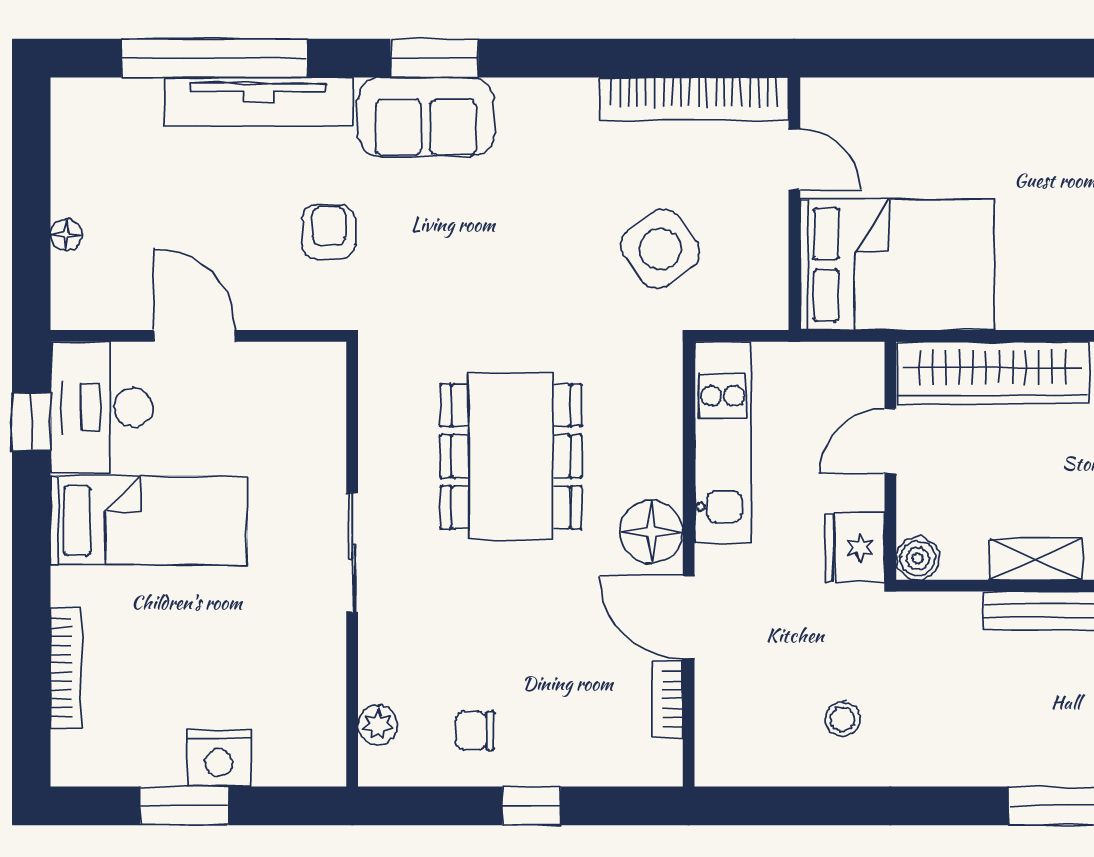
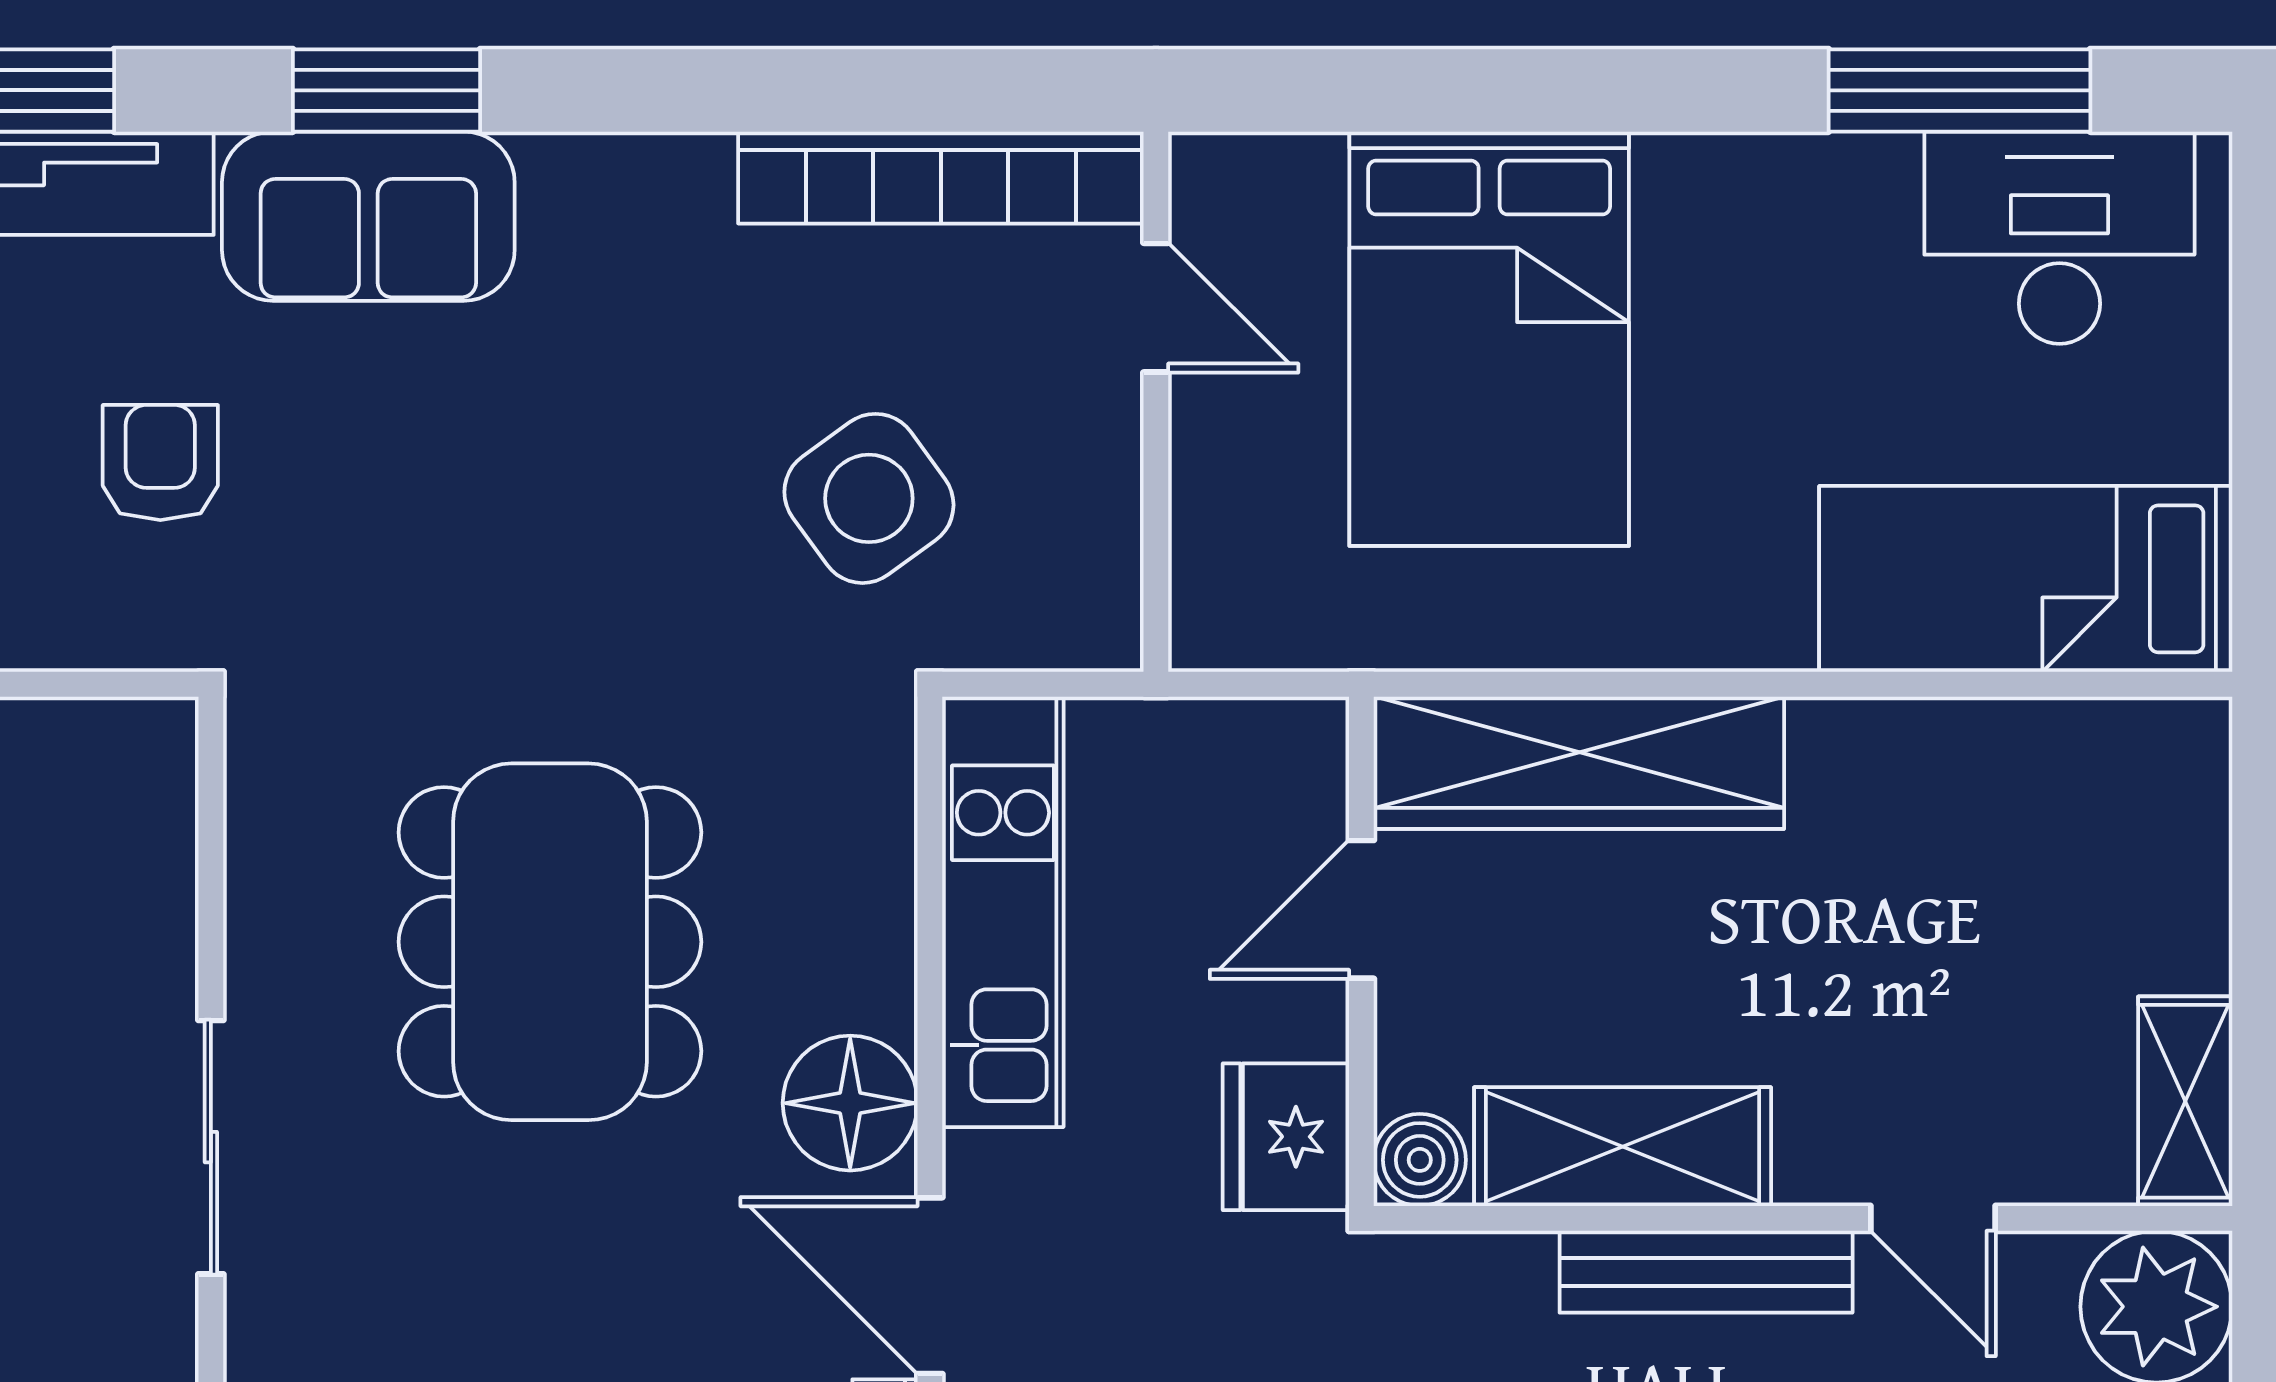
bed: (897, 265) -> (1489, 339), moved, turned 90
shelving: (1036, 559) -> (1623, 1147), width x1.50, depth x1.33

